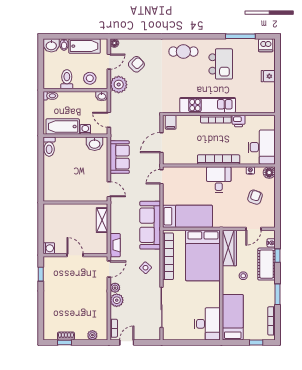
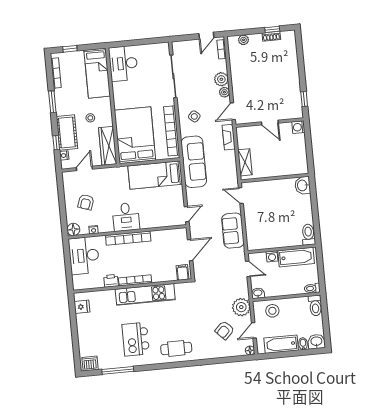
fridge: (268, 76) -> (82, 307), moved
toilet: (67, 79) -> (315, 306), moved
washbasin: (95, 144) -> (303, 185), moved, turned -90

